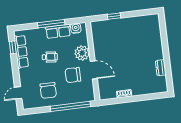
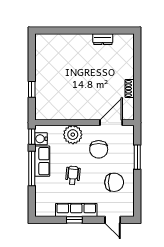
window: (76, 21) -> (32, 137), added
window: (13, 47) -> (74, 220), moved
row of seats: (21, 52) -> (76, 210), moved
door: (94, 70) -> (111, 123), moved
window: (70, 106) -> (137, 157), width x0.47

